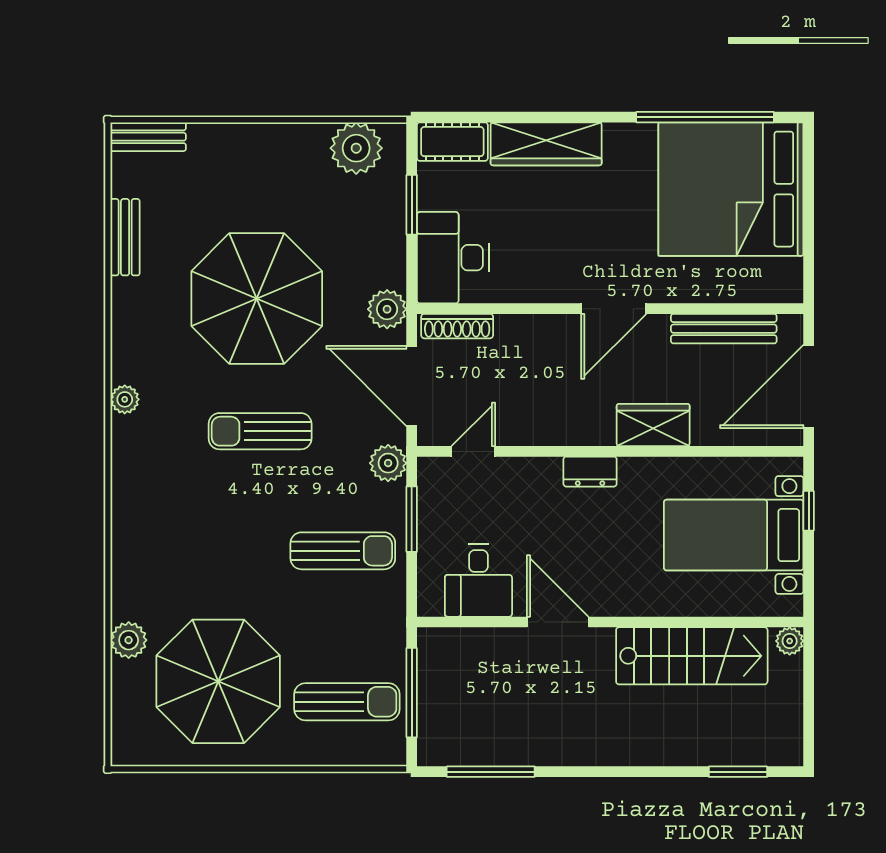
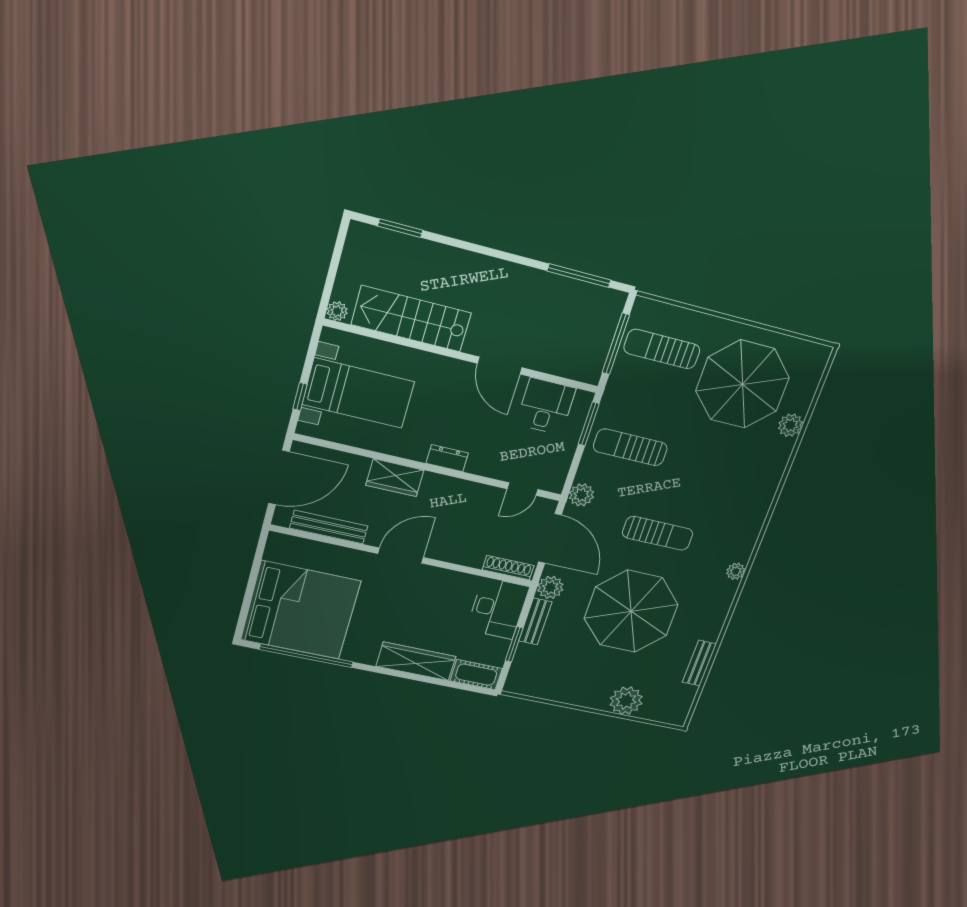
bench: (148, 137) -> (535, 621), moved, turned 90
plant: (356, 148) -> (626, 701), moved
window: (412, 519) -> (589, 424), moved

